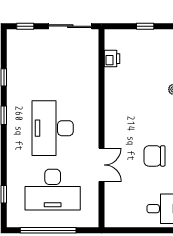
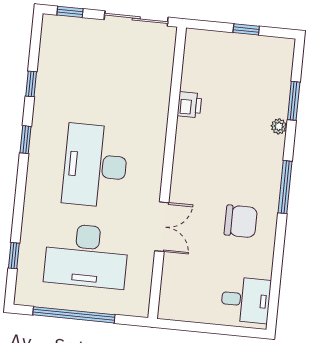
printer: (112, 59) -> (189, 105), moved
chair: (154, 156) -> (241, 221), turned 180

